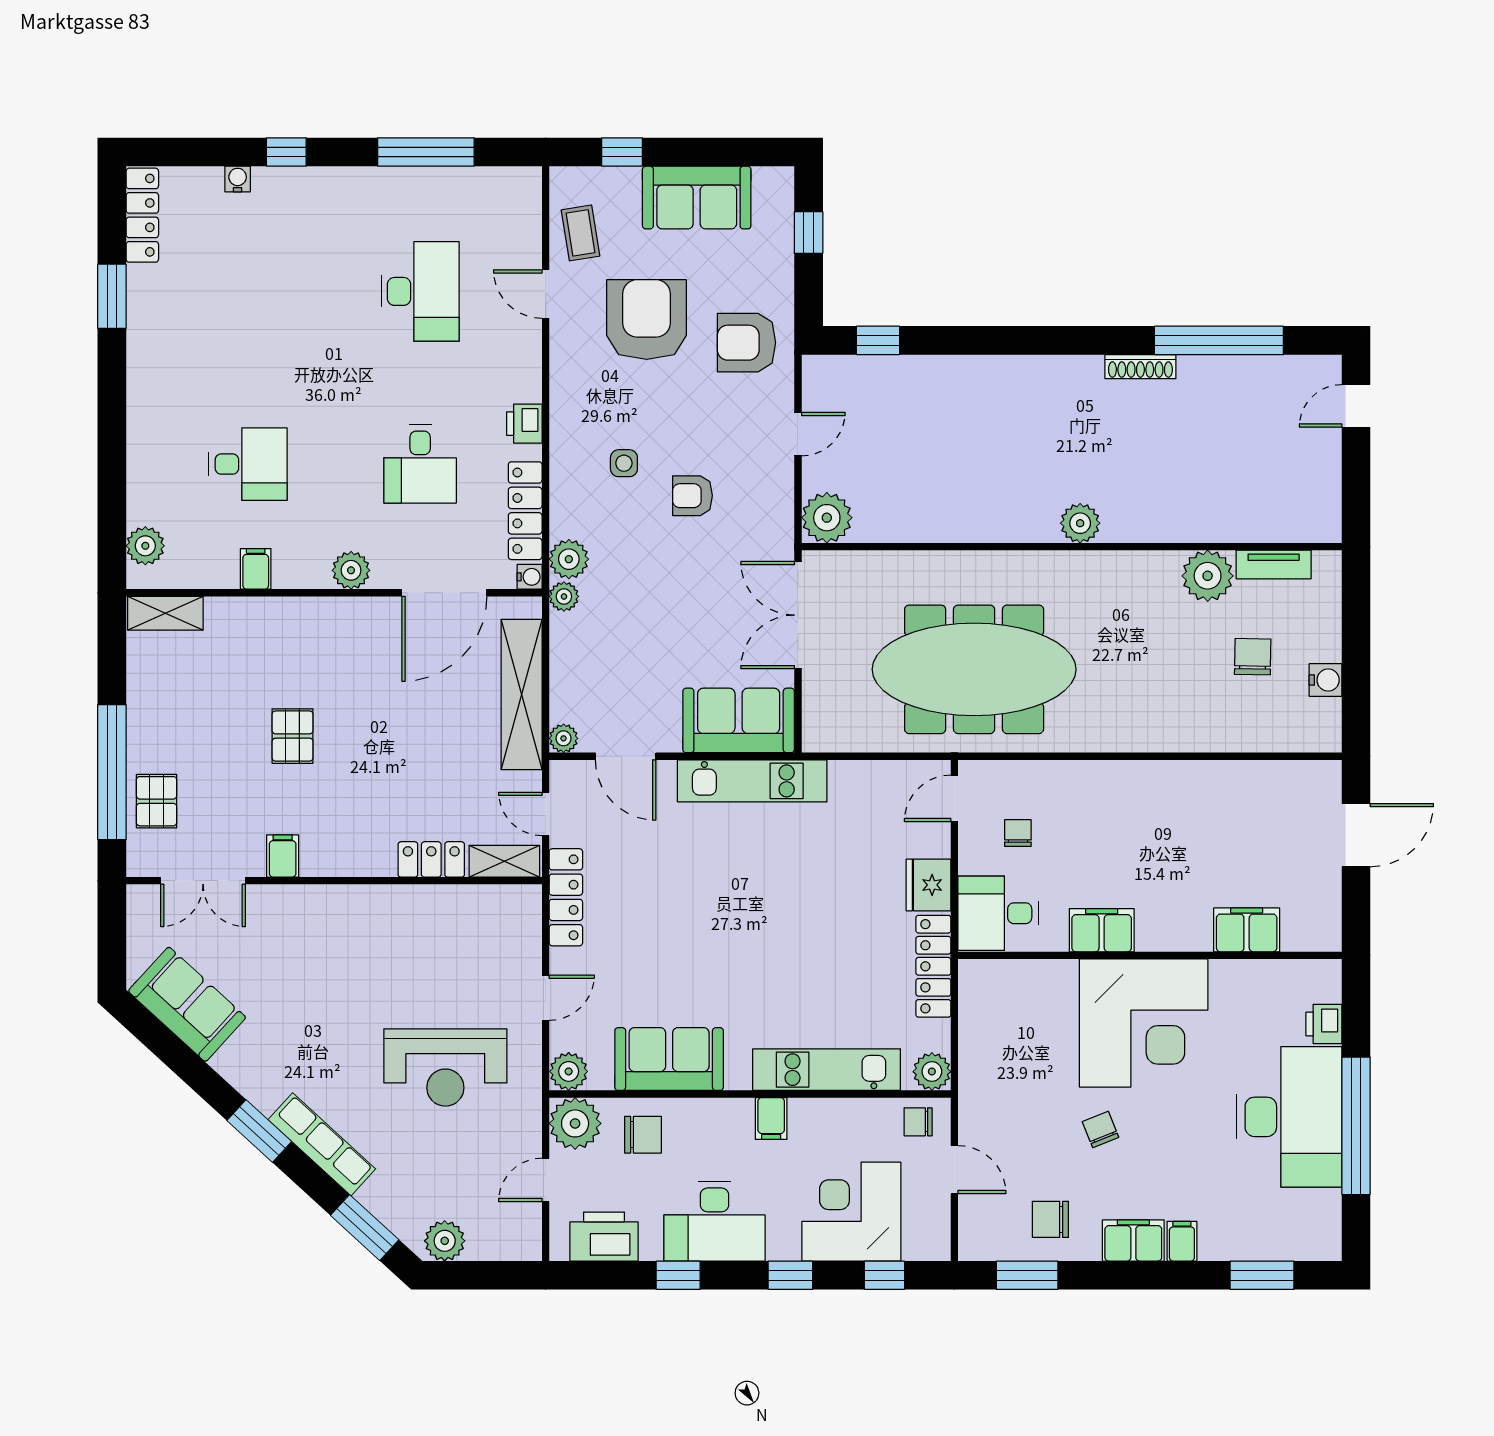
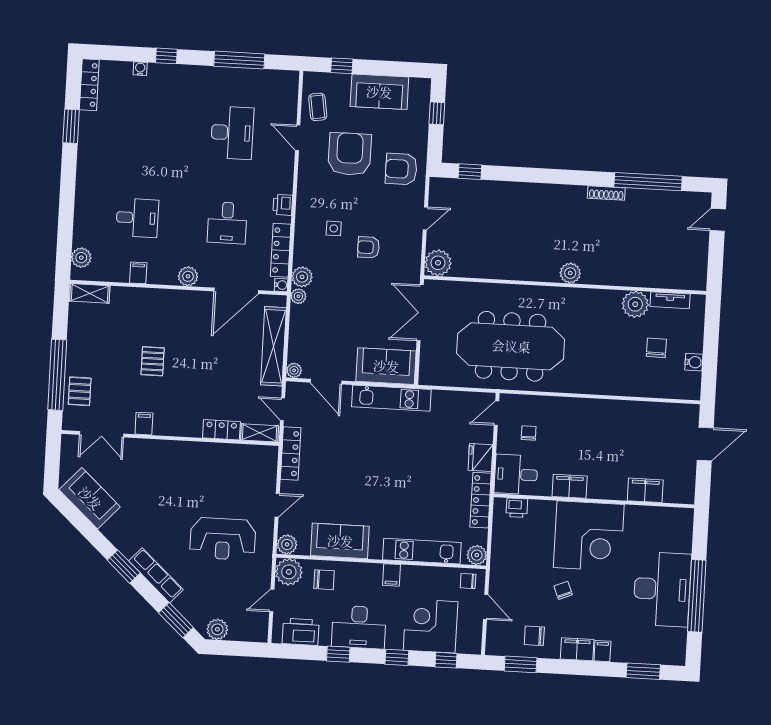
printer: (1324, 1024) -> (517, 508), moved, turned -90

